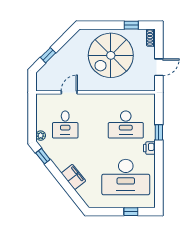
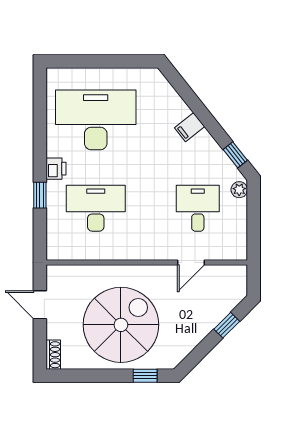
window: (131, 25) -> (145, 376), moved
door: (159, 67) -> (40, 305), hinge flipped
filing cabinet: (73, 177) -> (190, 127), width x0.50
window: (131, 212) -> (87, 61), removed

